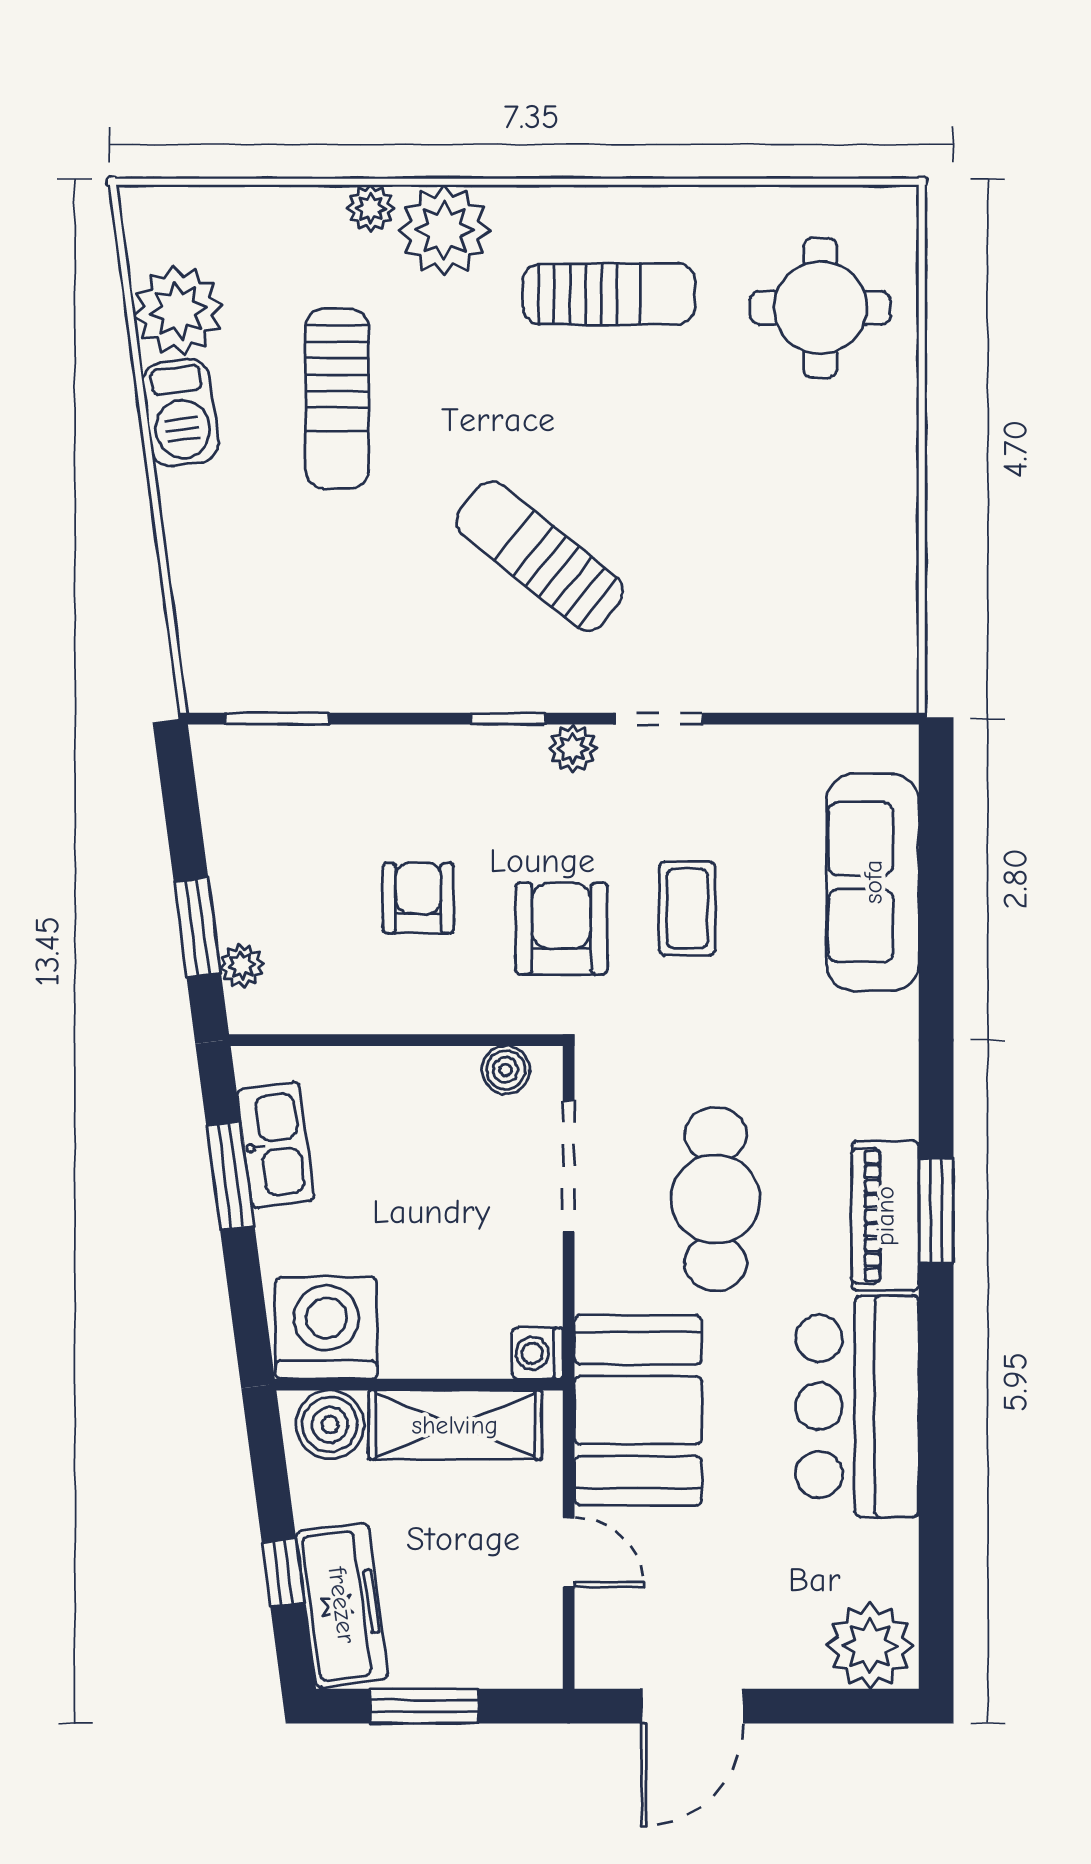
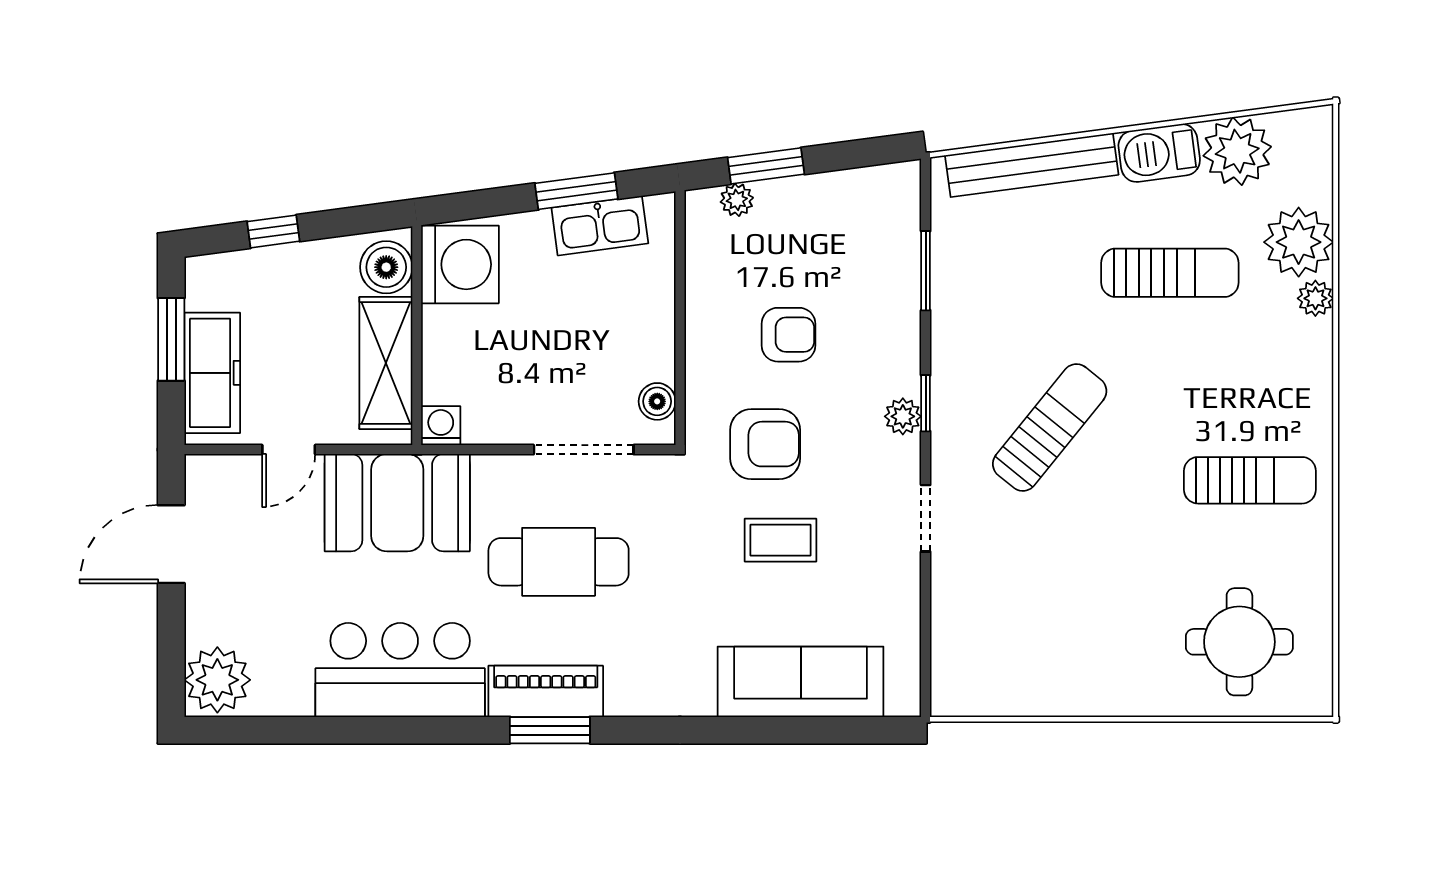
plant: (444, 230) -> (1299, 242), moved
sun lounger: (609, 294) -> (1250, 480), turned -90
sun lounger: (337, 399) -> (1170, 273), turned 180
bench: (196, 580) -> (1032, 165), added
window: (277, 719) -> (926, 271), moved
plant: (573, 748) -> (903, 416), moved
freezer: (342, 1605) -> (212, 373), moved, turned -82
door: (692, 1706) -> (171, 544), hinge flipped

